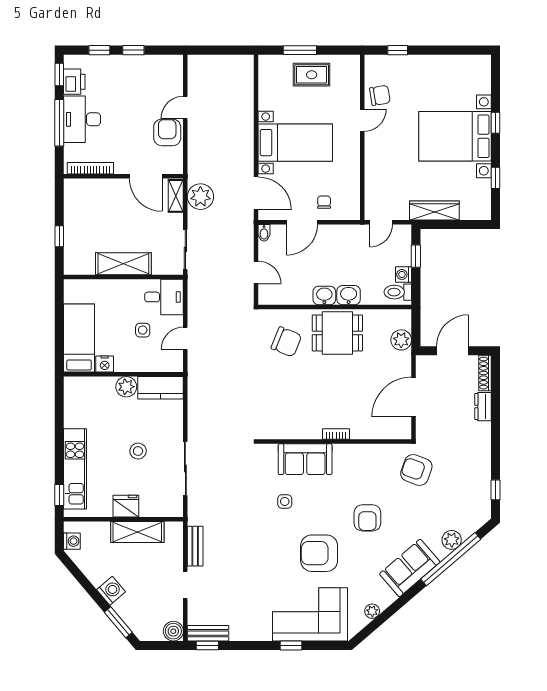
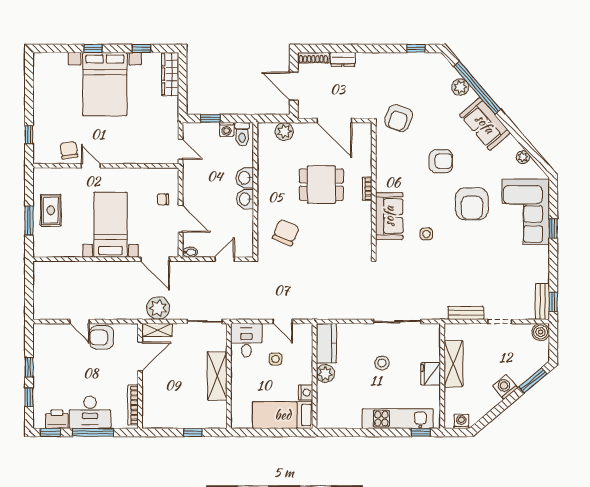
door: (256, 193) -> (155, 259), swing flipped
wardrobe: (434, 210) -> (170, 74), moved
dining table: (337, 333) -> (321, 185), moved, turned 90

